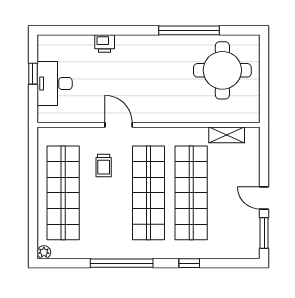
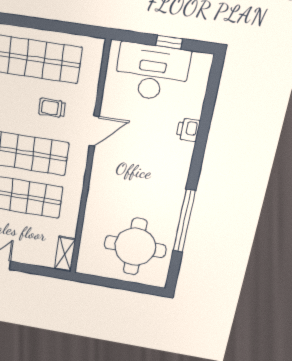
desk: (55, 83) -> (152, 72), width x1.36, depth x1.30
shelving: (227, 135) -> (65, 254), moved

